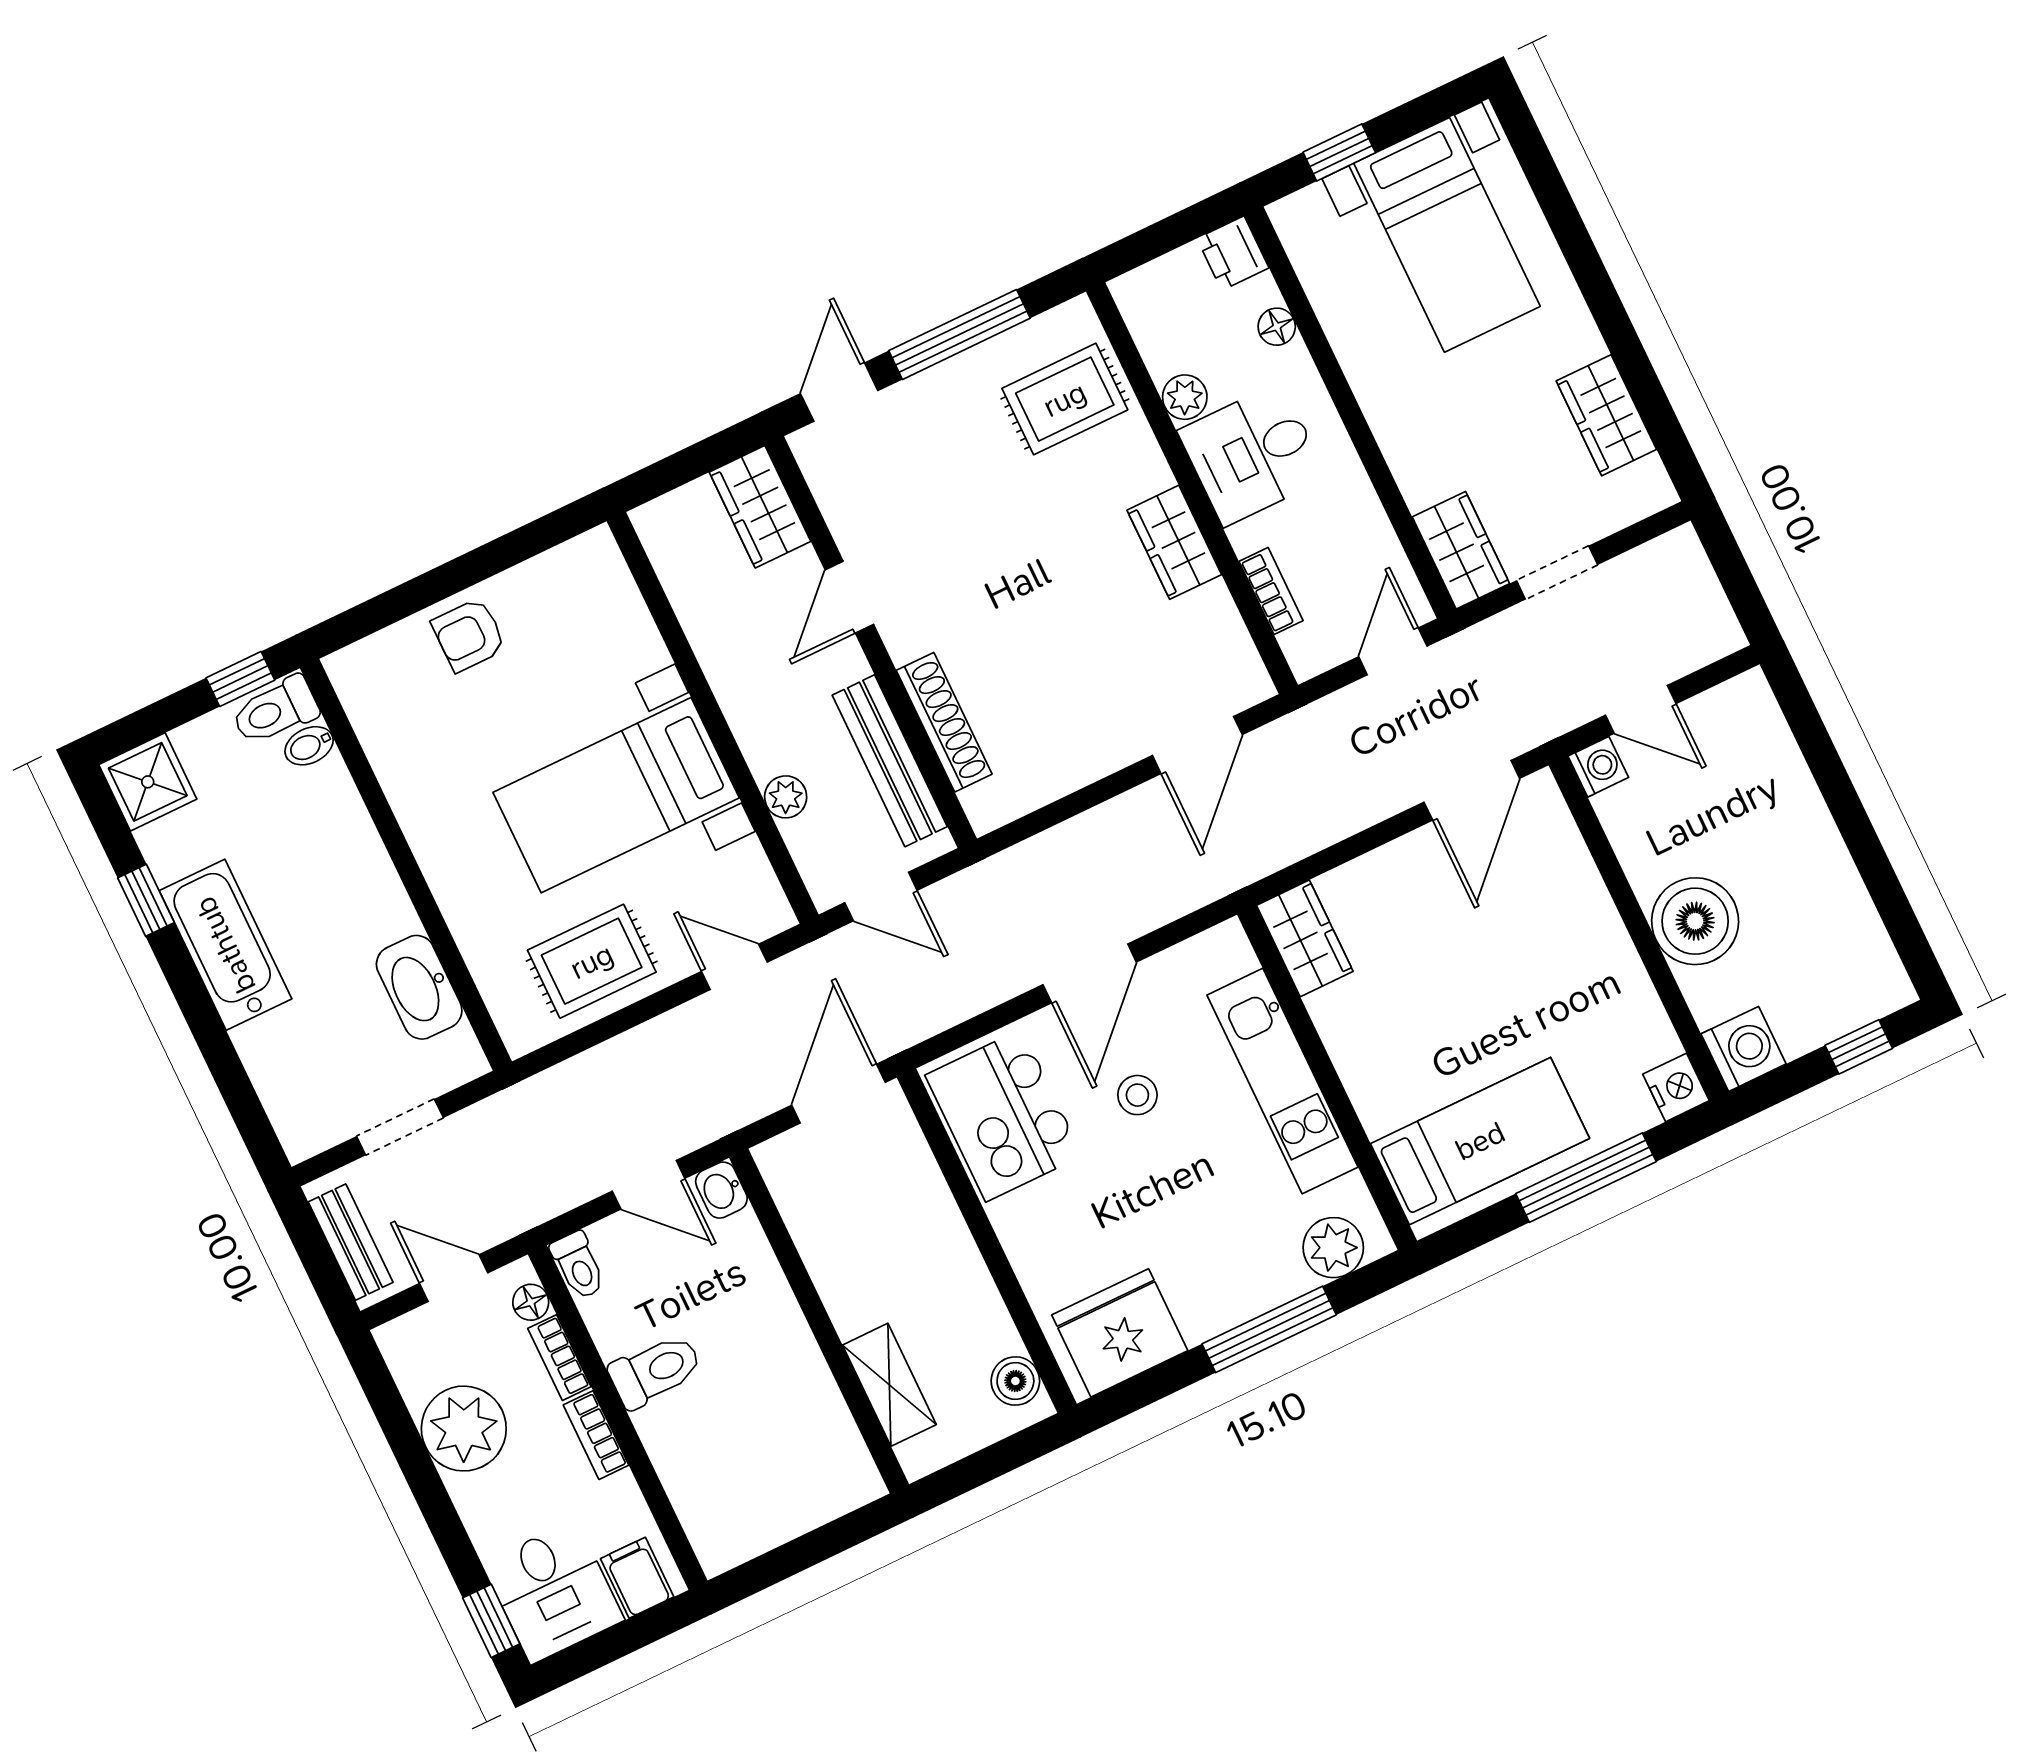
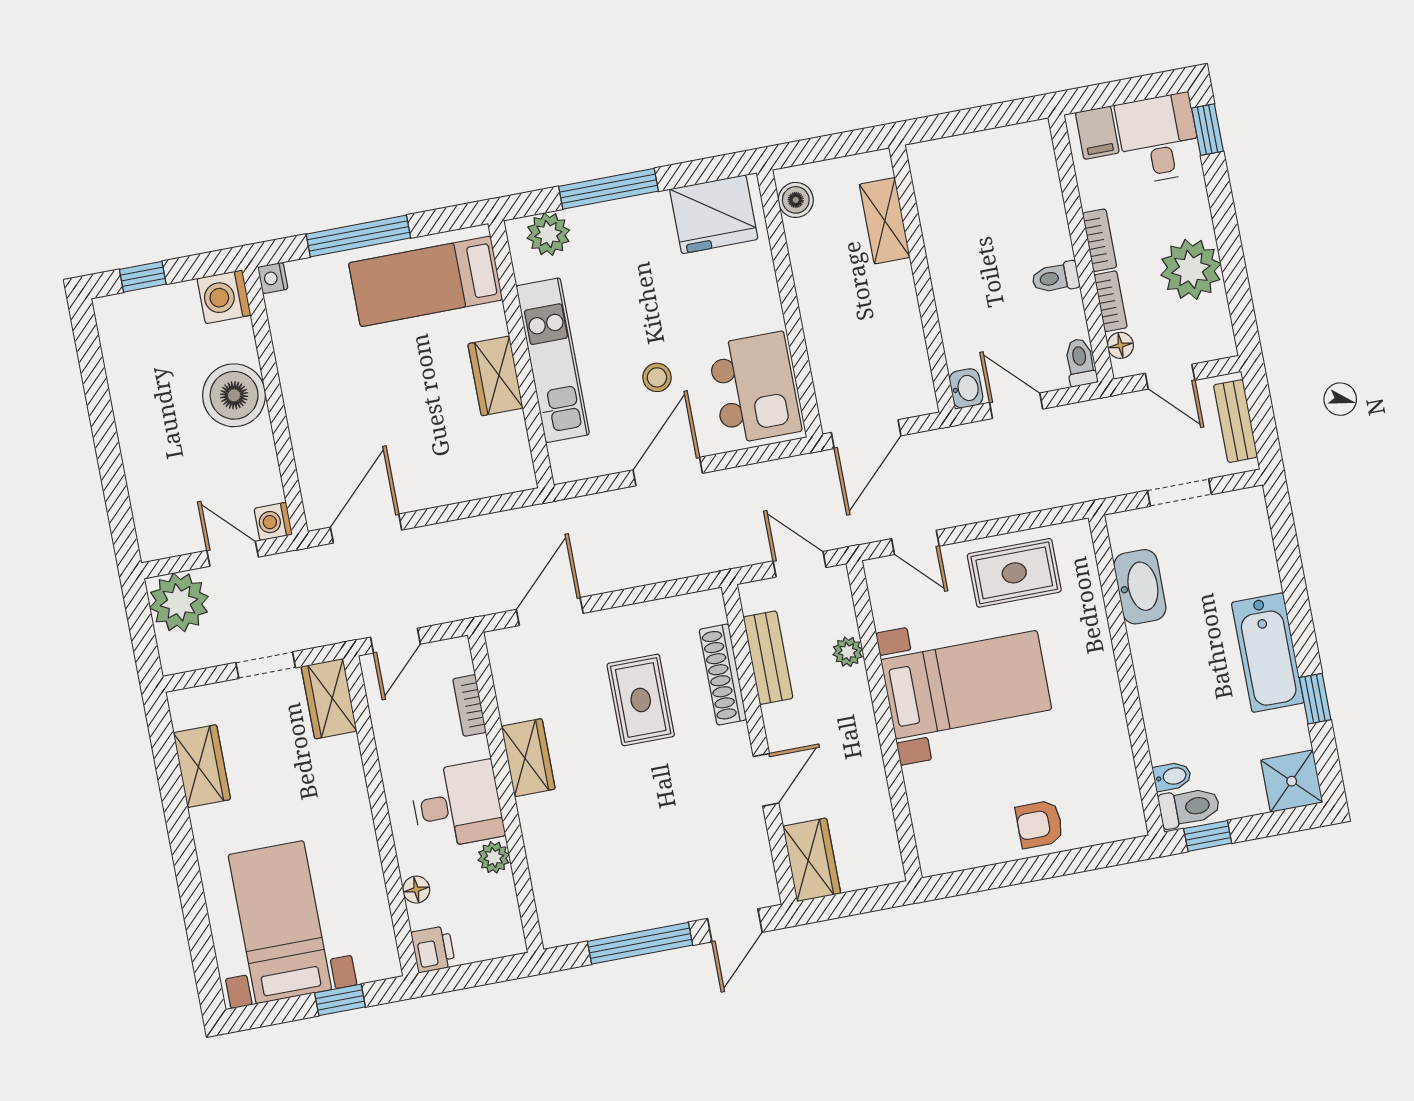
rug: (1065, 399) -> (641, 700), moved, turned 90
plant: (1695, 626) -> (179, 602), added
armchair: (469, 635) -> (1039, 824), turned 180
bench: (890, 761) -> (768, 658), width x0.73
wardrobe: (1305, 938) -> (495, 376), moved
nightstand: (1676, 1087) -> (273, 278), width x0.72, depth x0.74
toilet: (655, 1371) -> (1056, 278), width x0.73, depth x0.72

